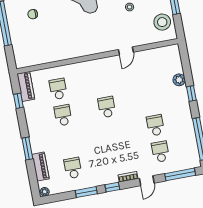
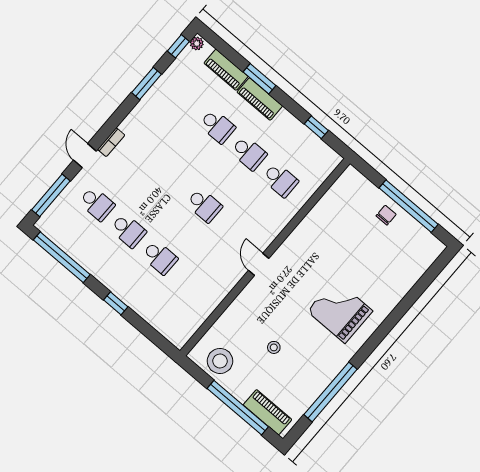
chair: (33, 14) -> (386, 215), moved
door: (126, 51) -> (259, 264), moved
plant: (179, 80) -> (144, 308), removed
piano: (26, 86) -> (260, 99), moved
school desk: (150, 99) -> (160, 257), added
school desk: (73, 168) -> (217, 126), moved
window: (112, 187) -> (178, 46), moved

